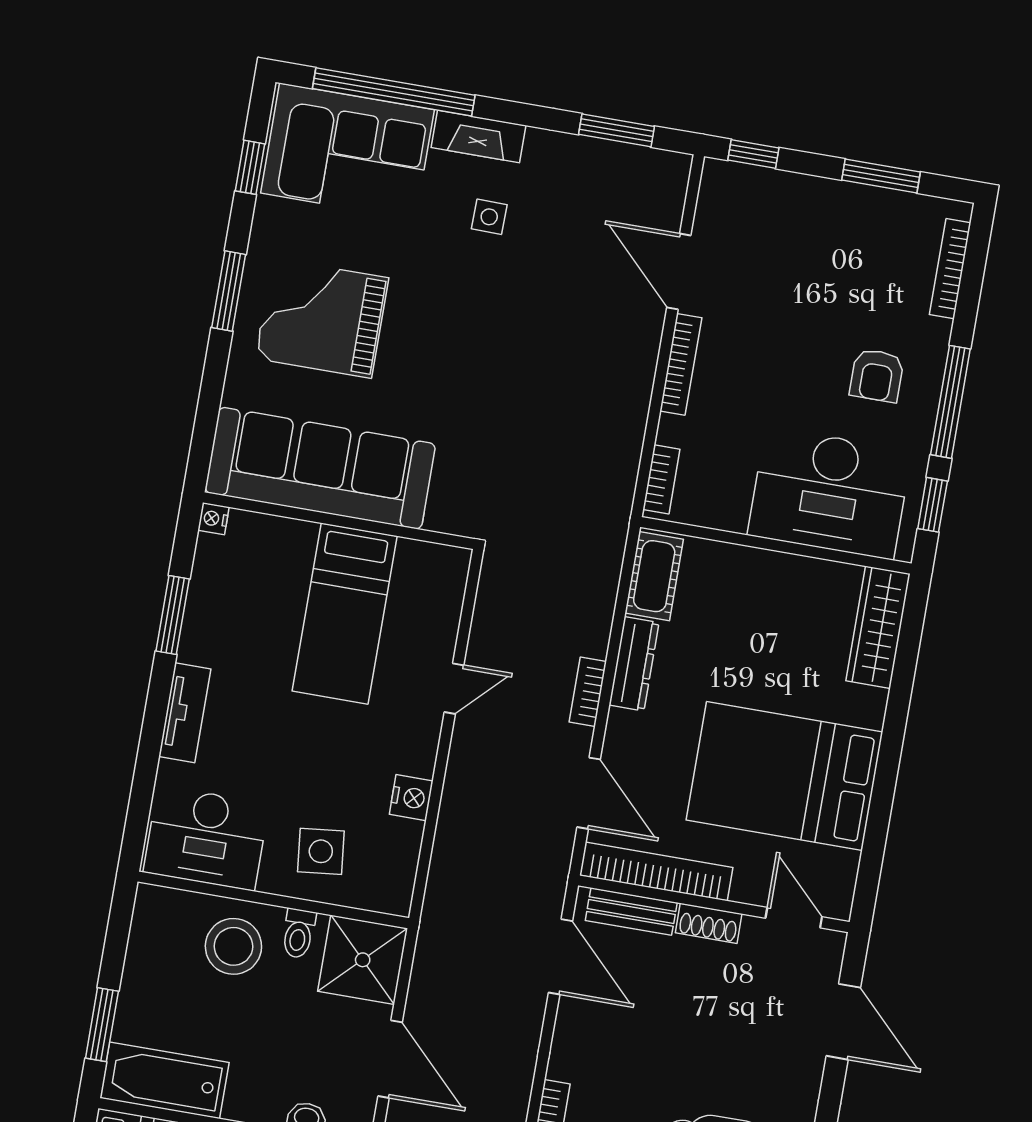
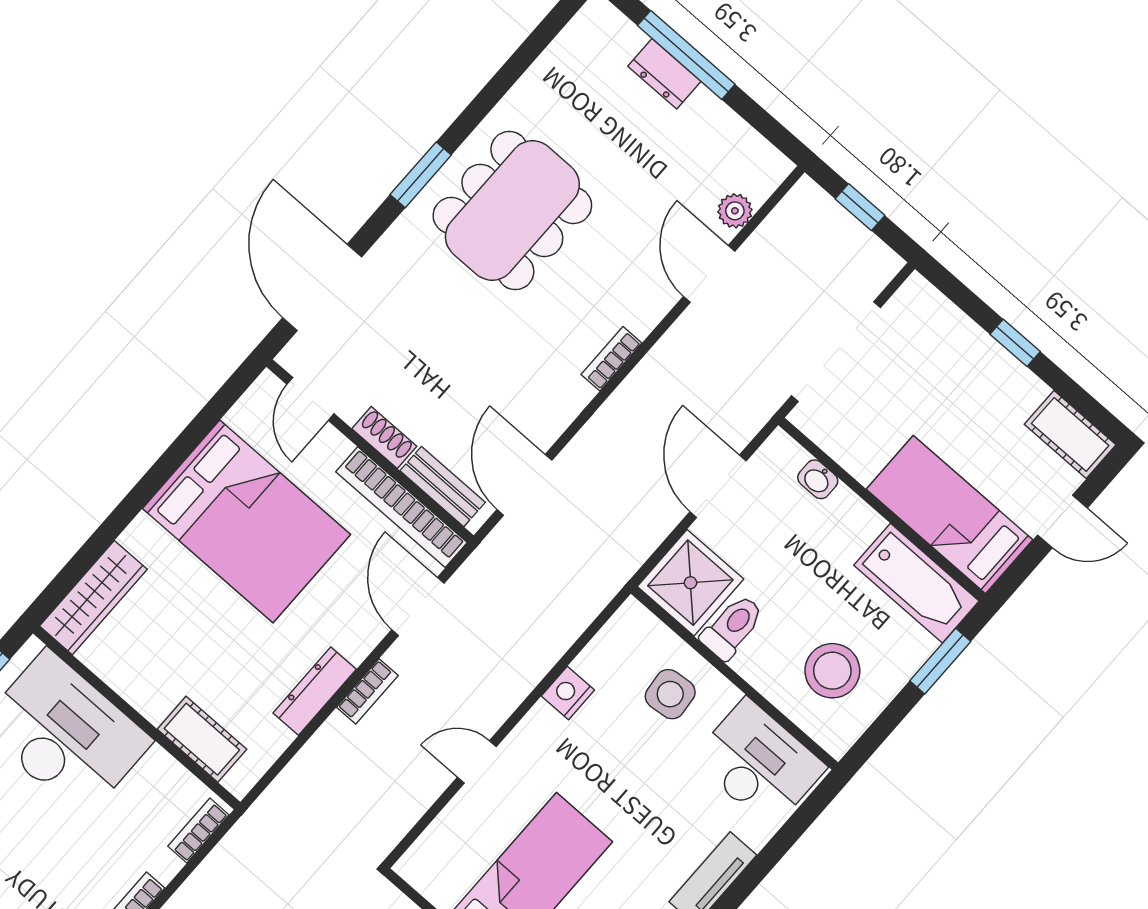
cot: (654, 576) -> (202, 739), moved, turned 90
toilet: (298, 933) -> (732, 627), width x1.37, depth x1.39
stool: (233, 946) -> (832, 671), moved
door: (843, 1022) -> (322, 287), width x1.36

